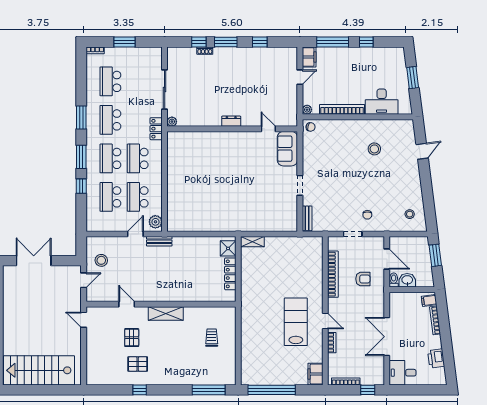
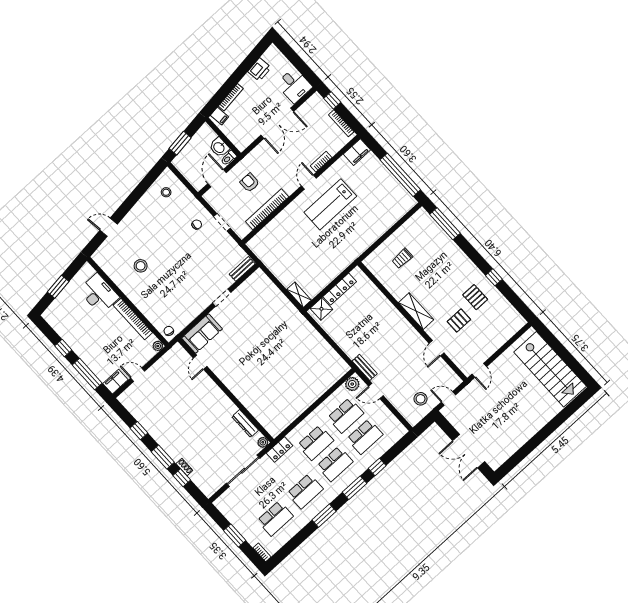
dresser: (231, 121) -> (245, 423), moved, width x1.44

